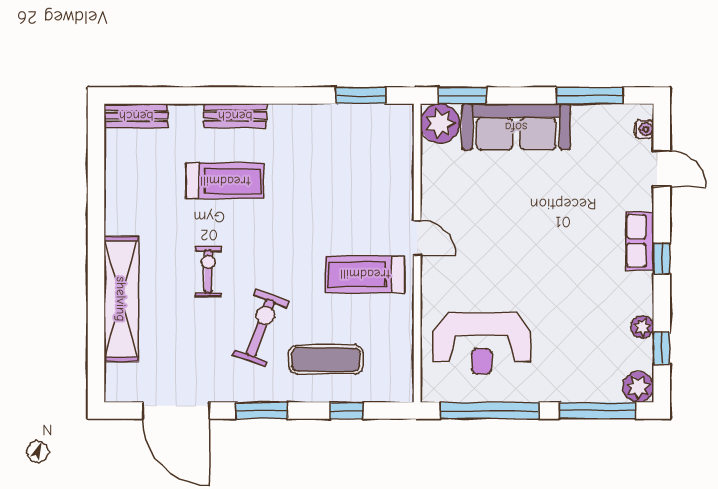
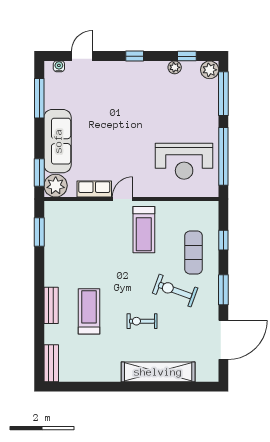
row of seats: (640, 241) -> (94, 189), moved, turned 180
reception desk: (482, 343) -> (184, 161), turned 90

